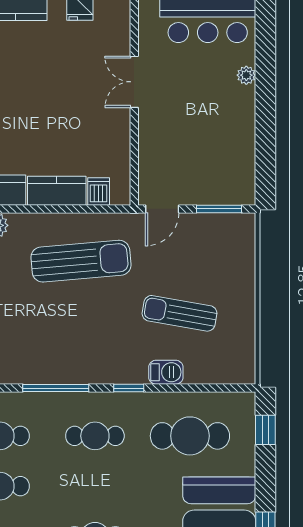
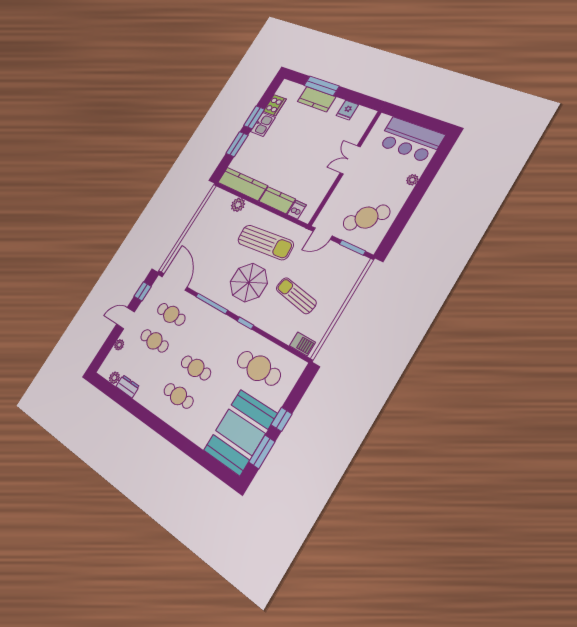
cafe table: (213, 157) -> (366, 218), added
parasol: (94, 330) -> (249, 282), added
barbecue: (166, 372) -> (302, 344), moved
window: (265, 430) -> (281, 419), moved
cafe table: (95, 436) -> (196, 368), moved

